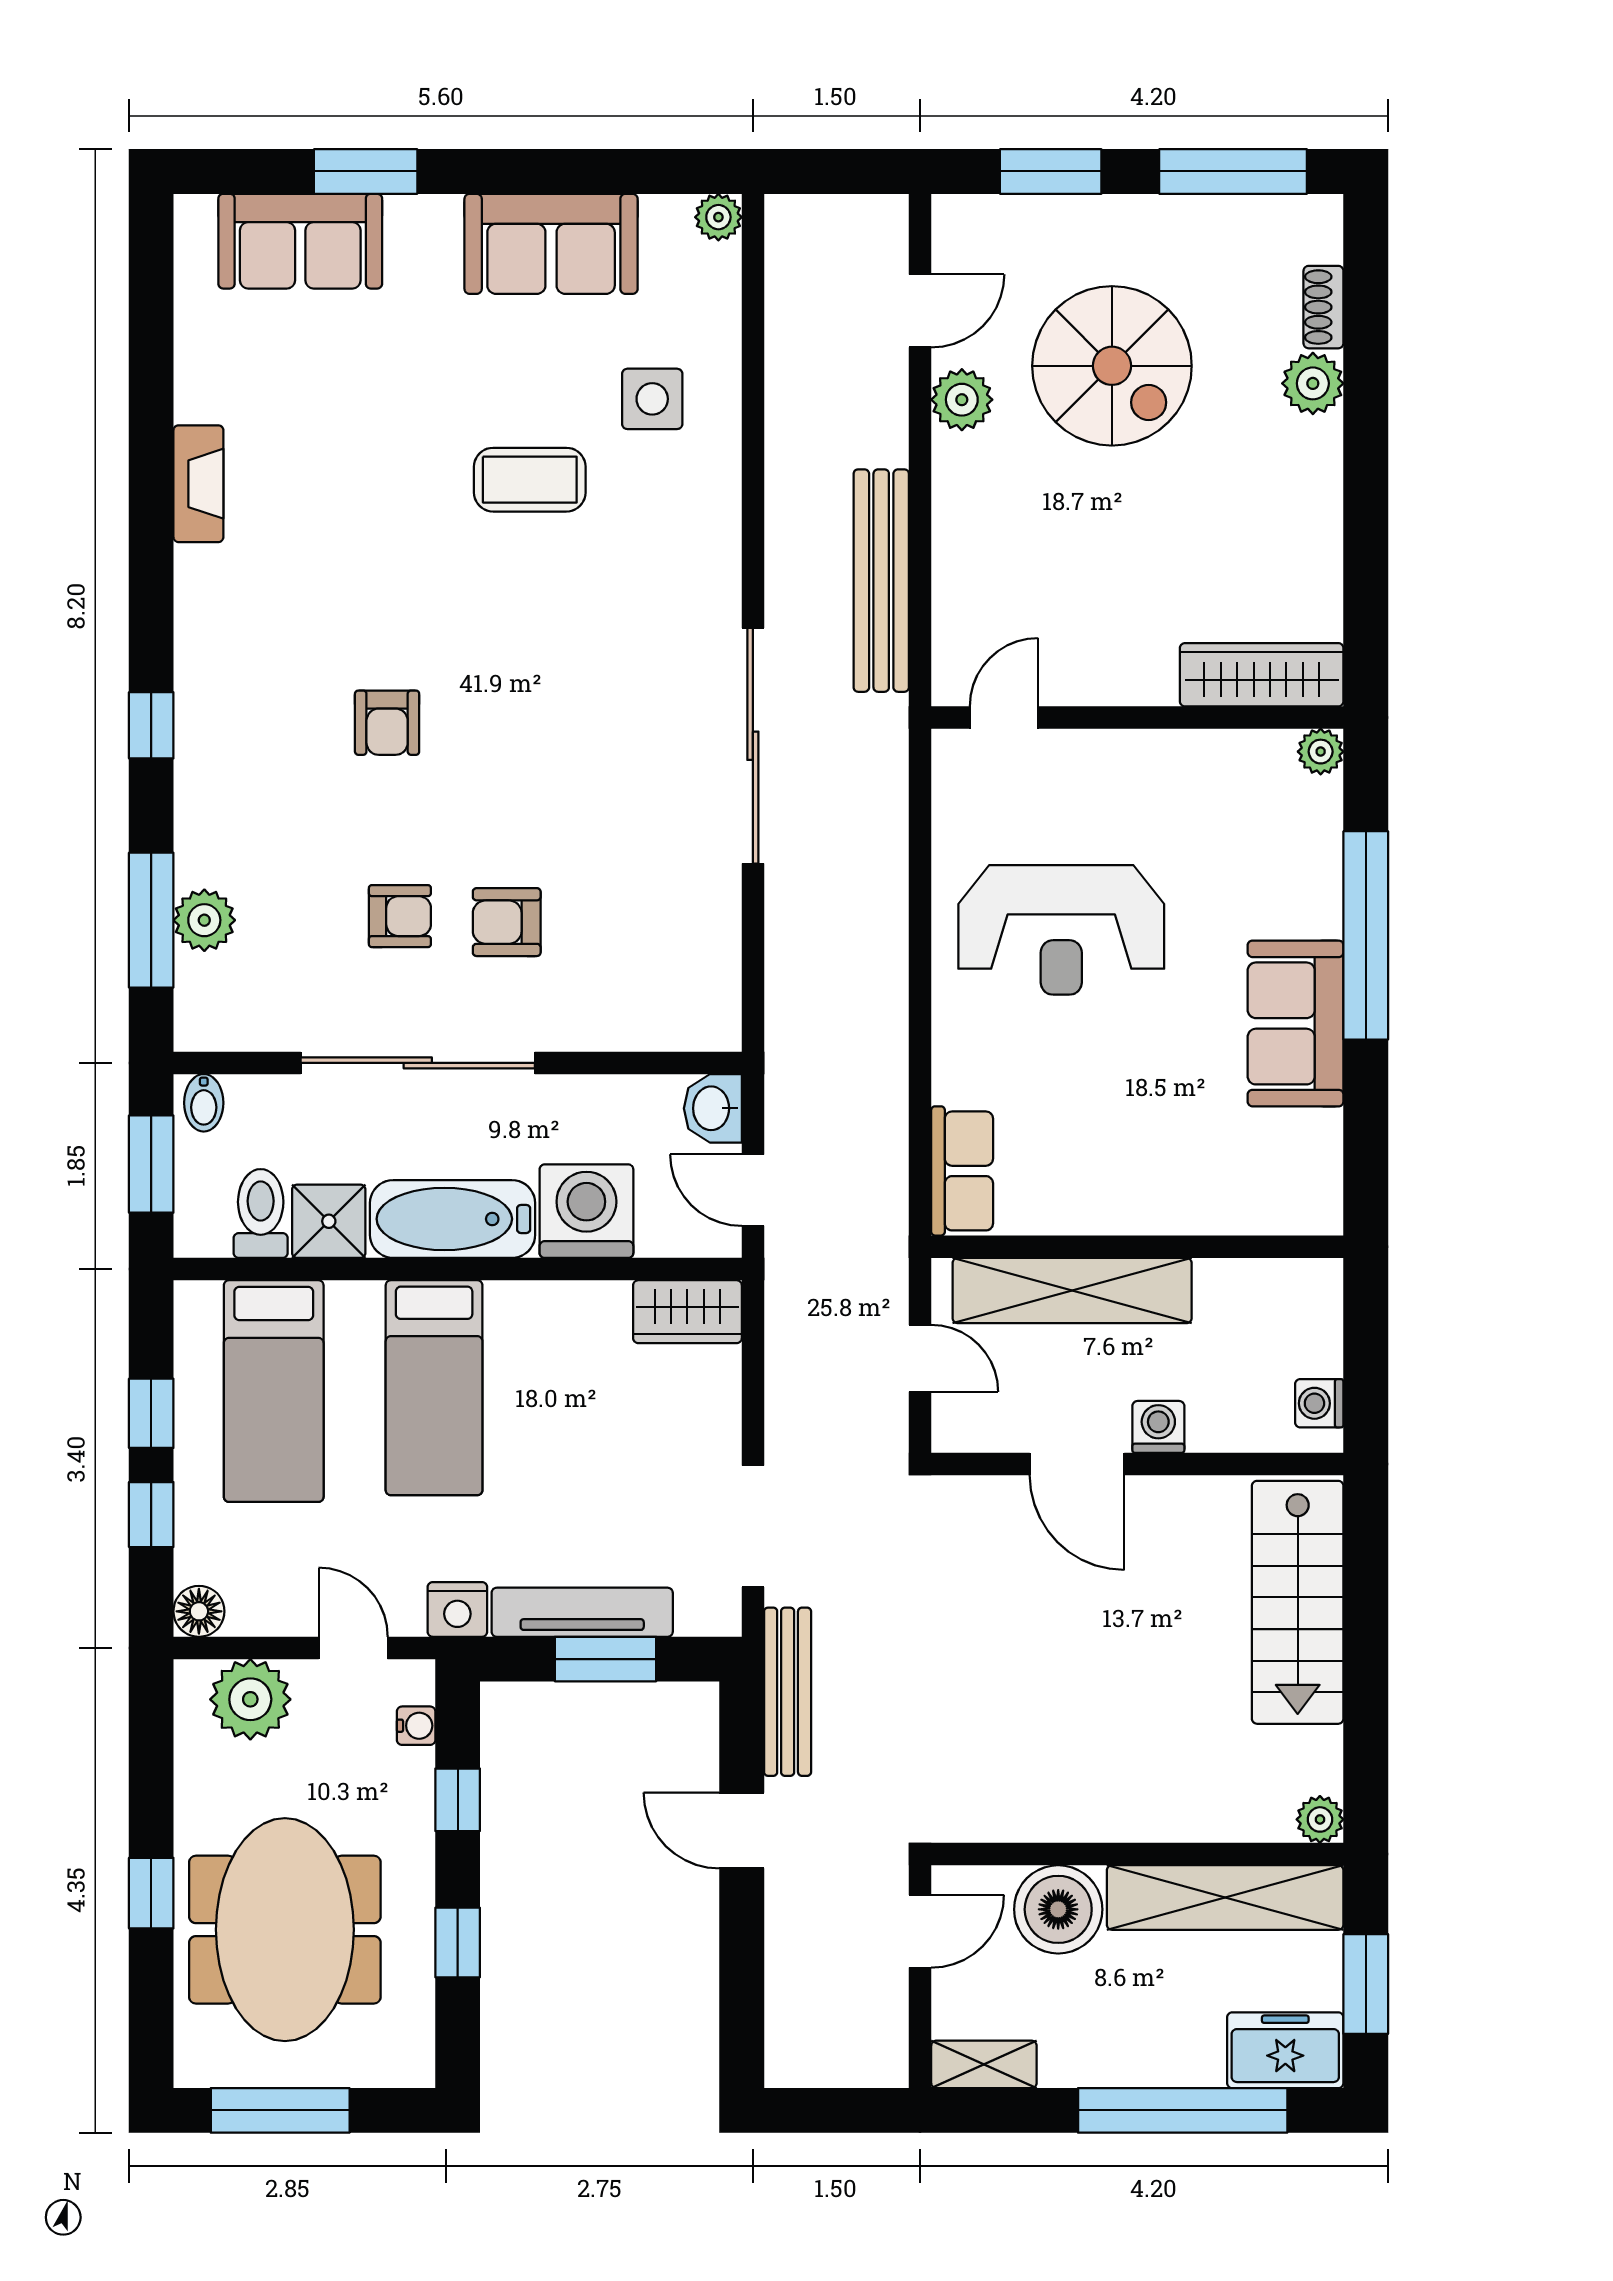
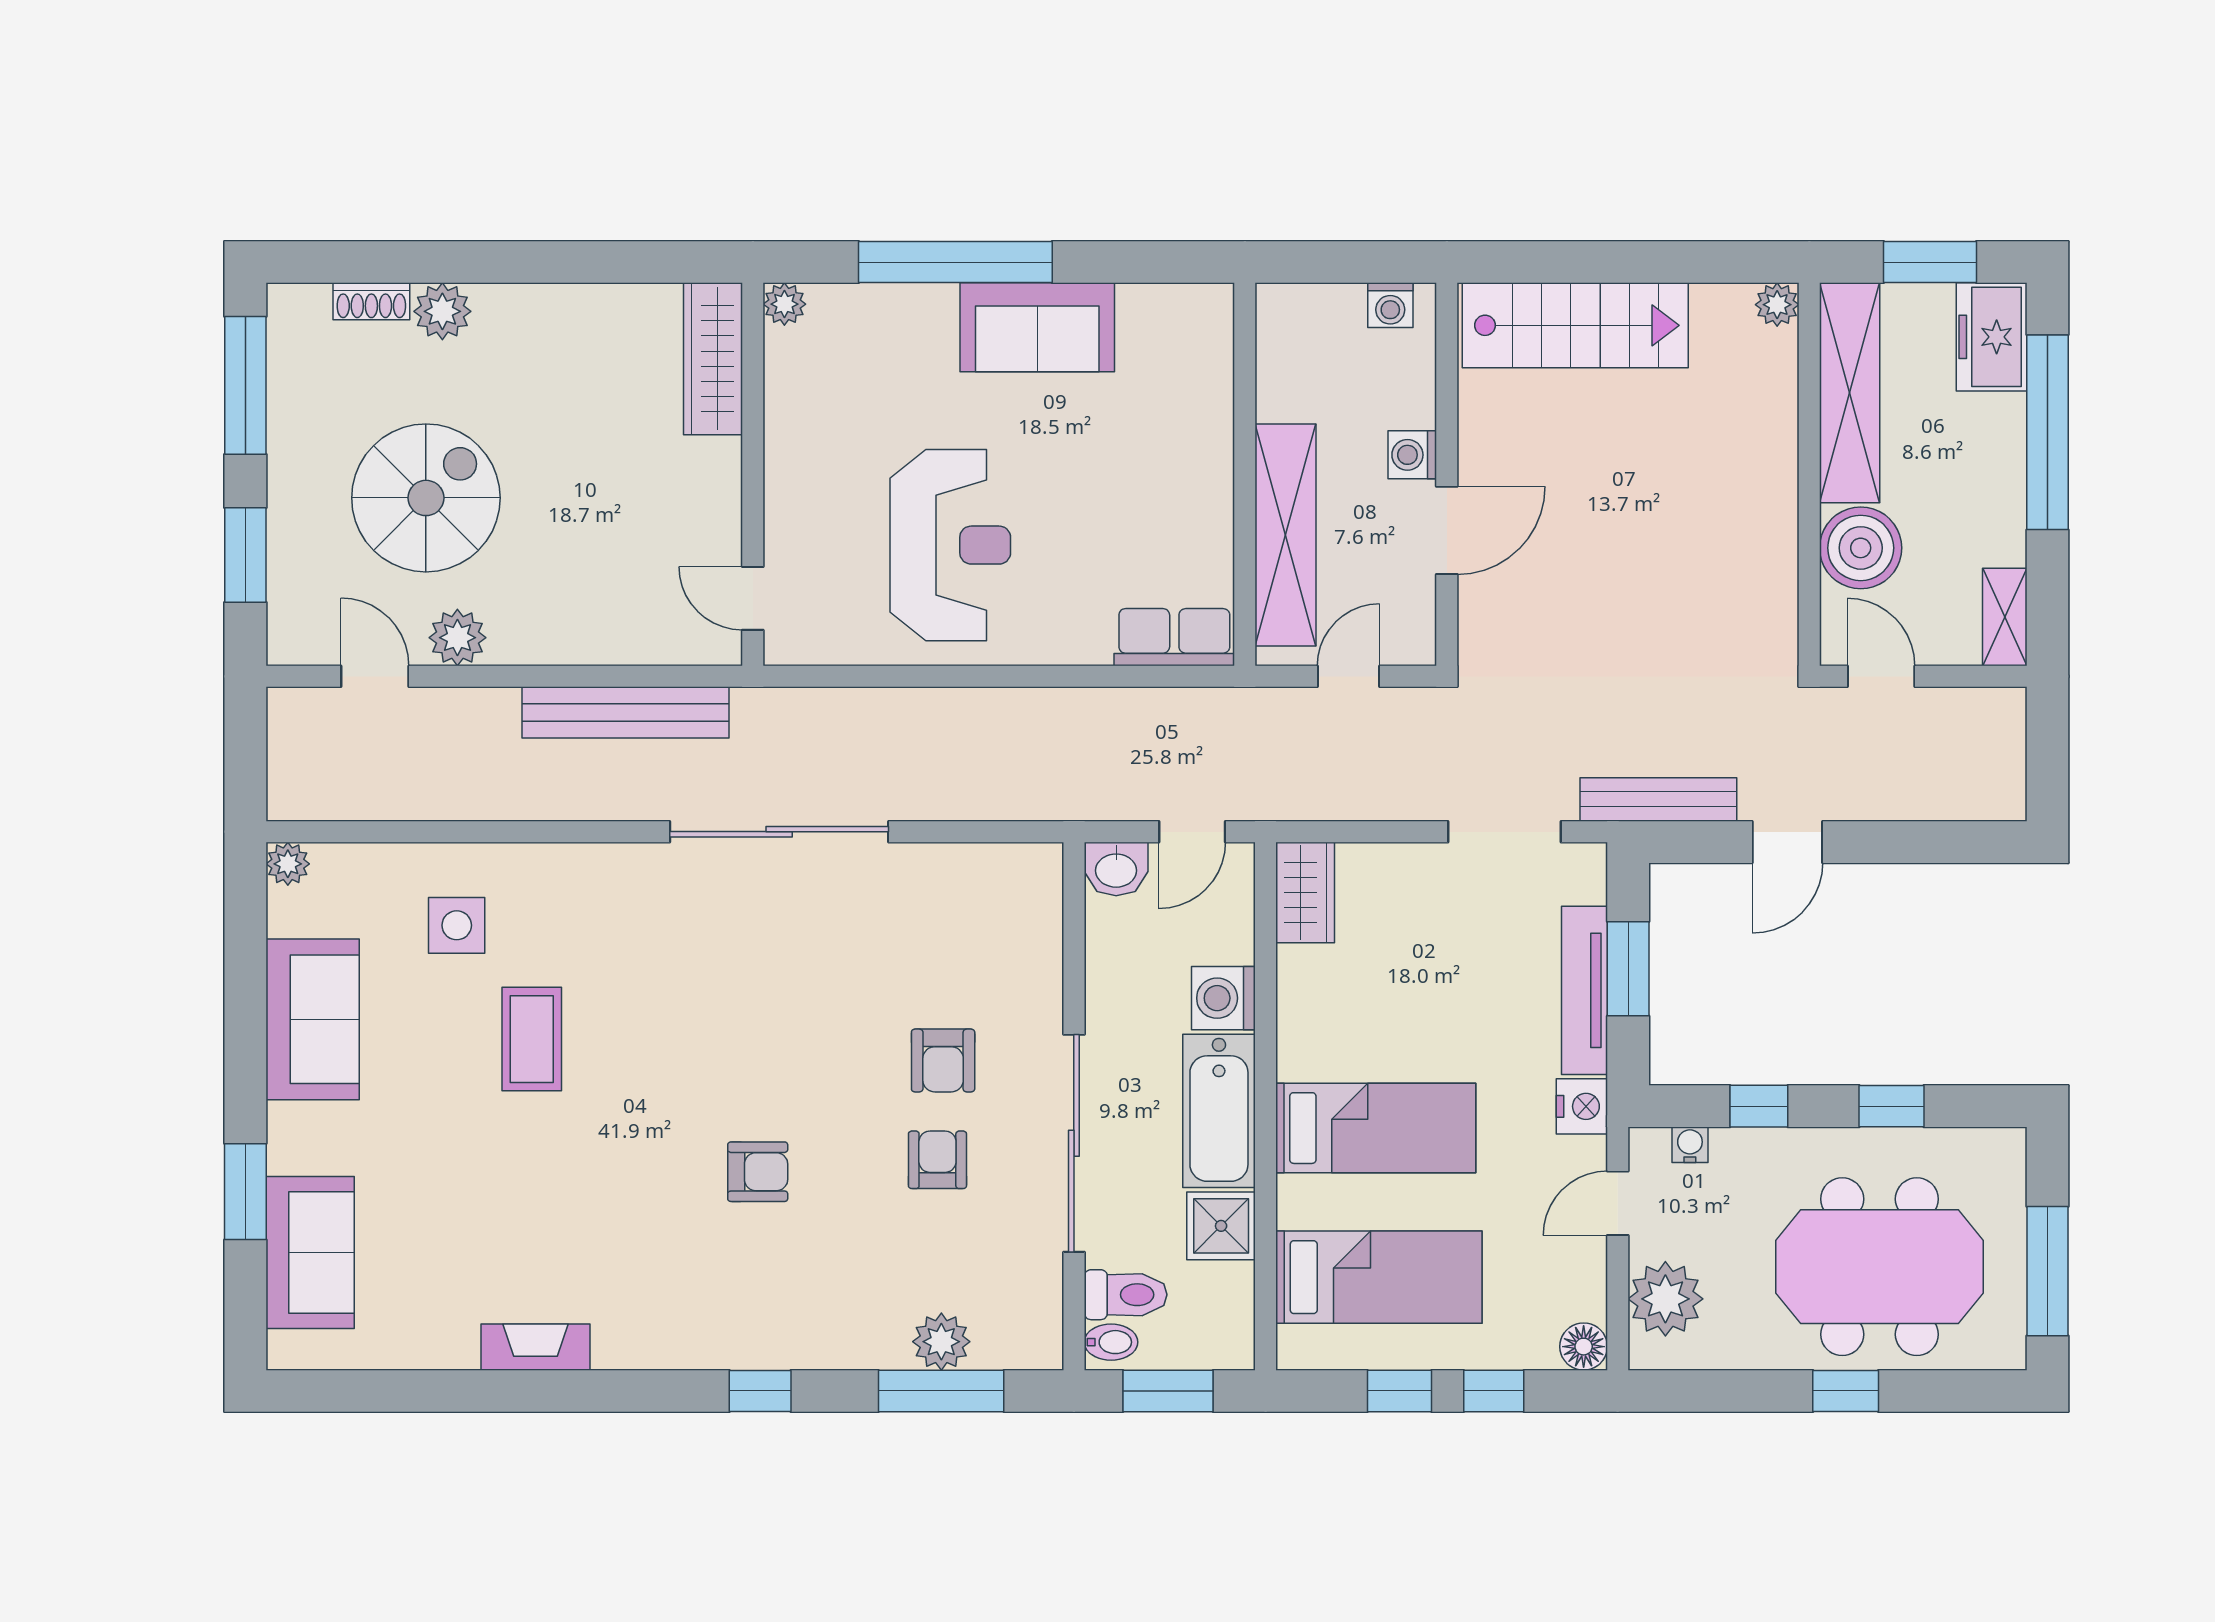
washing machine: (586, 1211) -> (1223, 998), width x0.73, depth x0.73
toilet: (261, 1213) -> (1126, 1295), moved, turned 180

